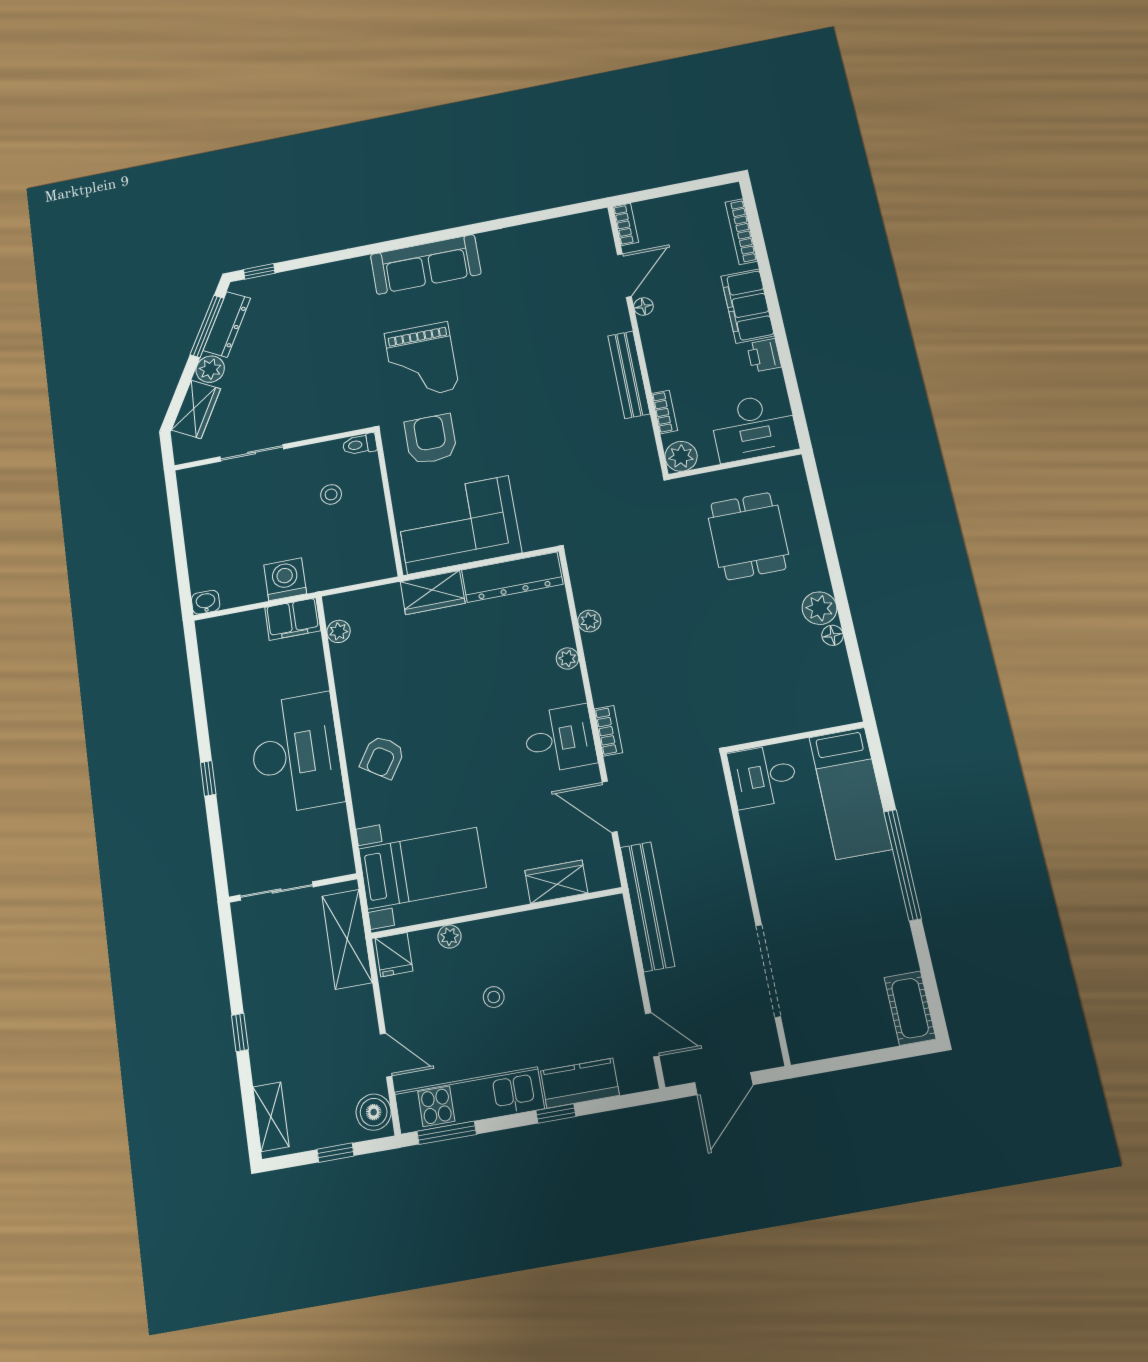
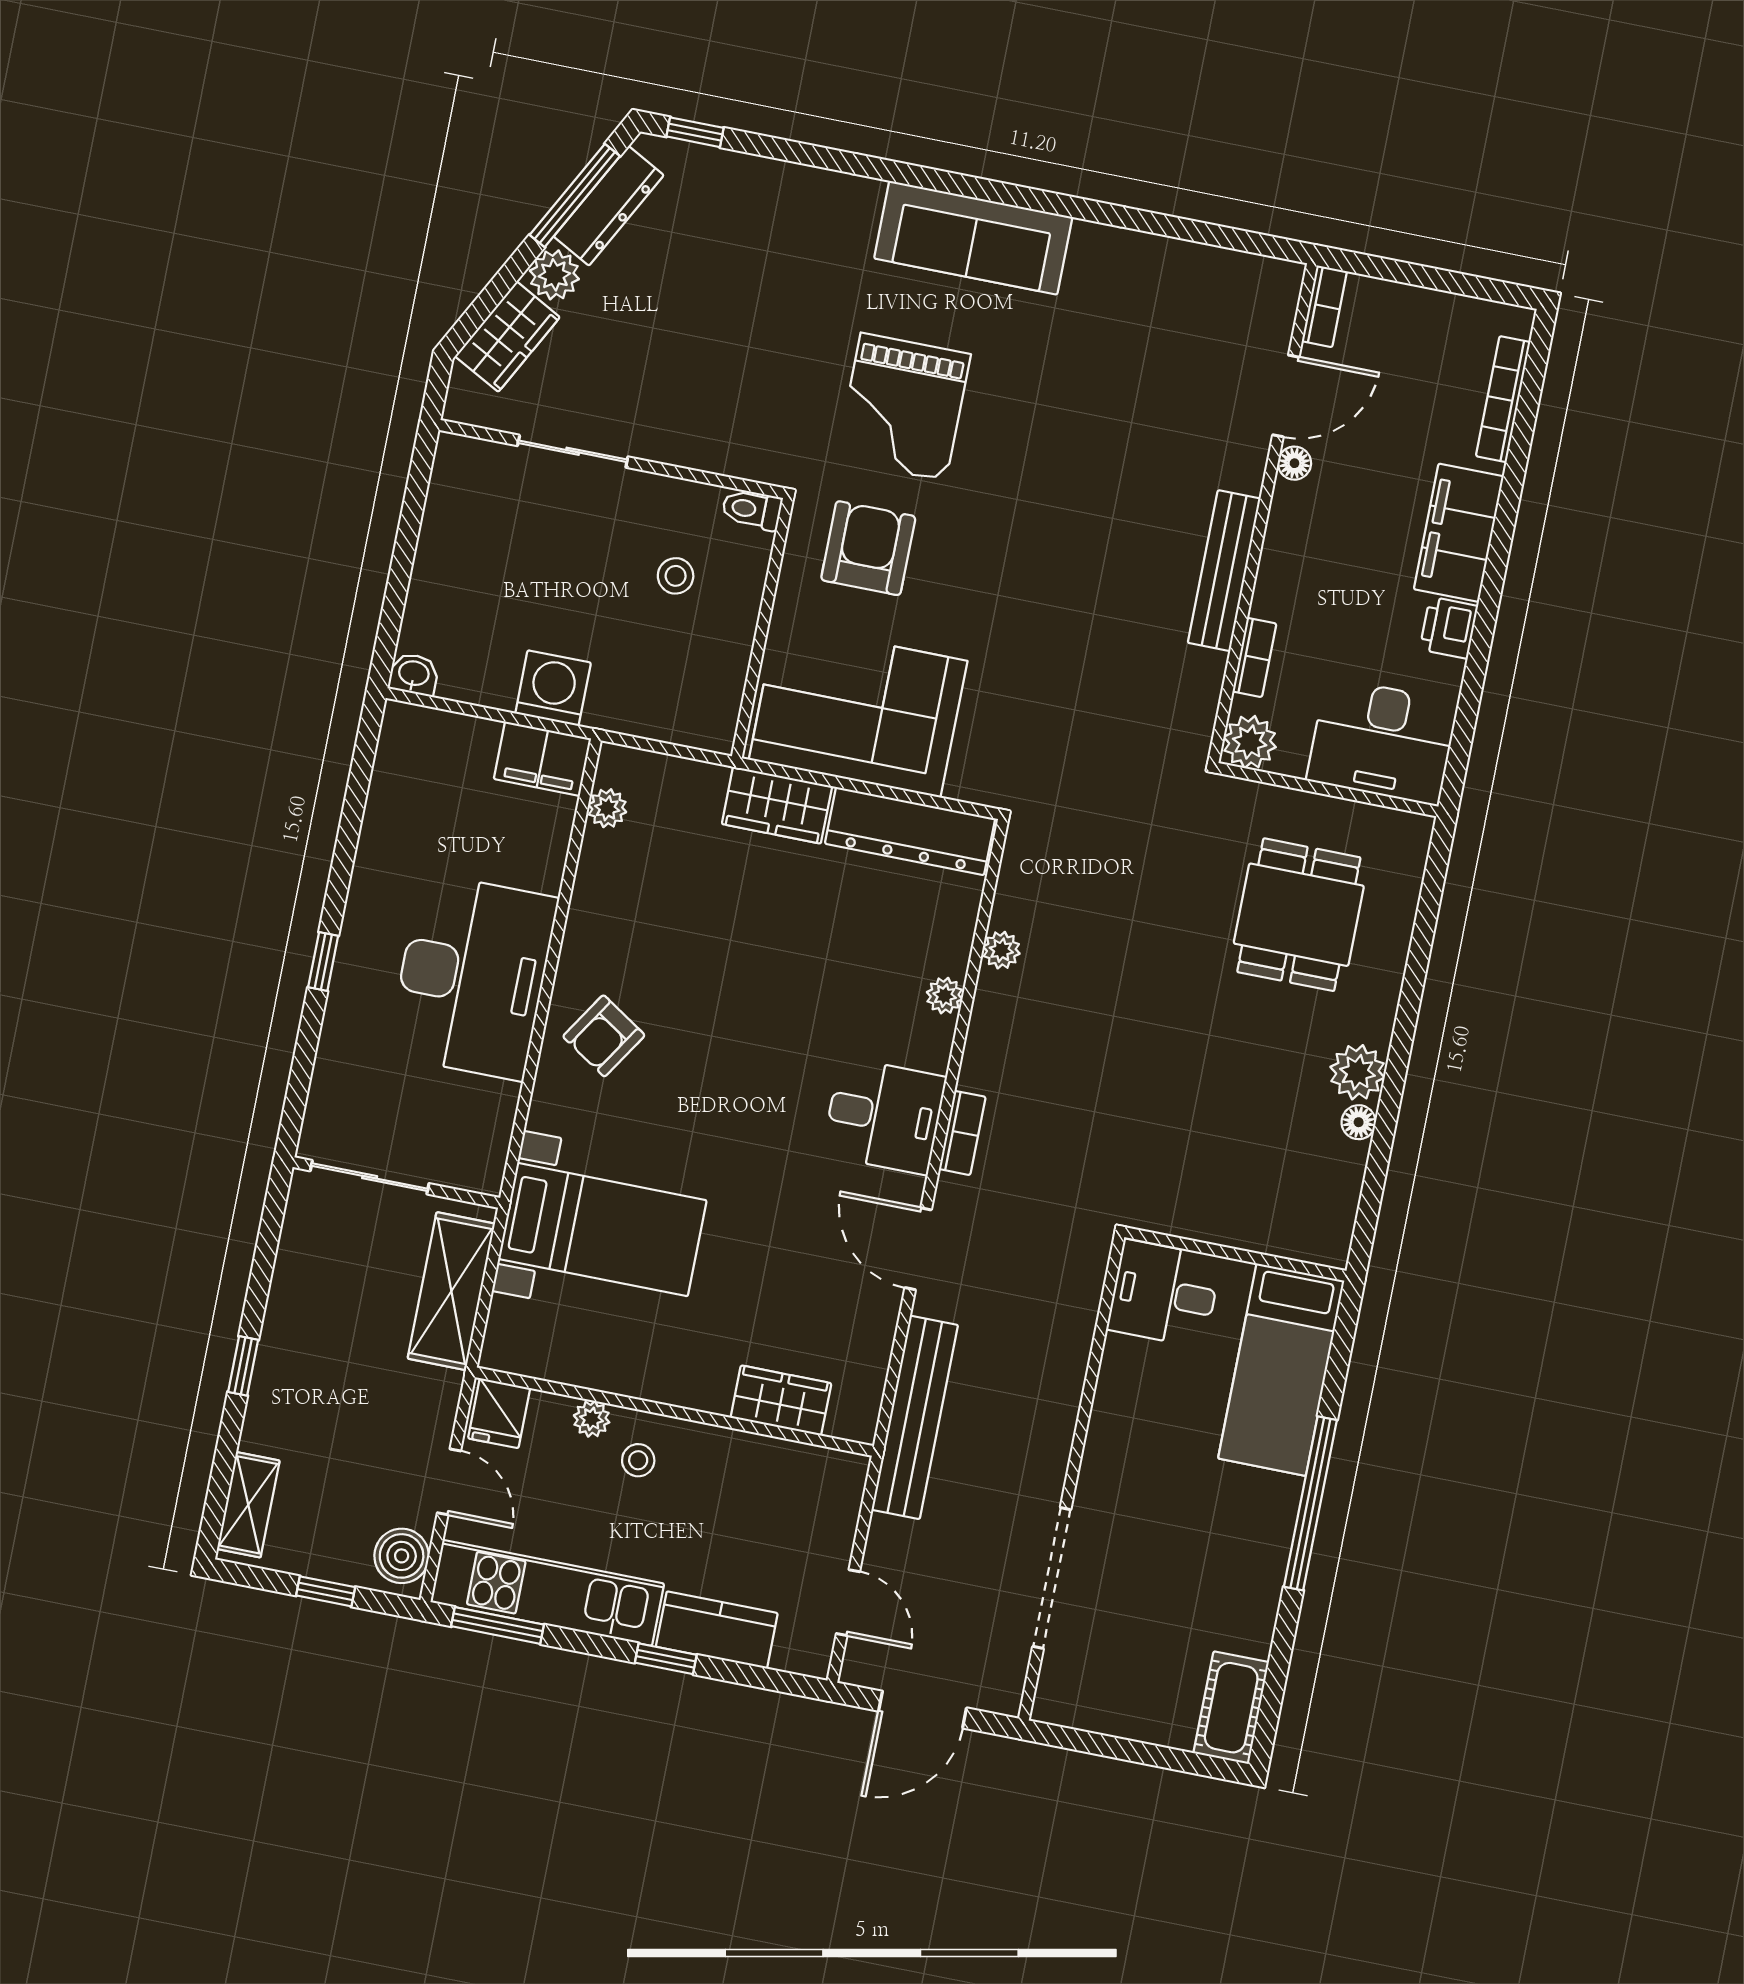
wardrobe: (556, 882) -> (781, 1400), moved
wall: (496, 913) -> (674, 1412), moved
plant: (449, 937) -> (592, 1419), moved
fridge: (394, 955) -> (499, 1413), moved

